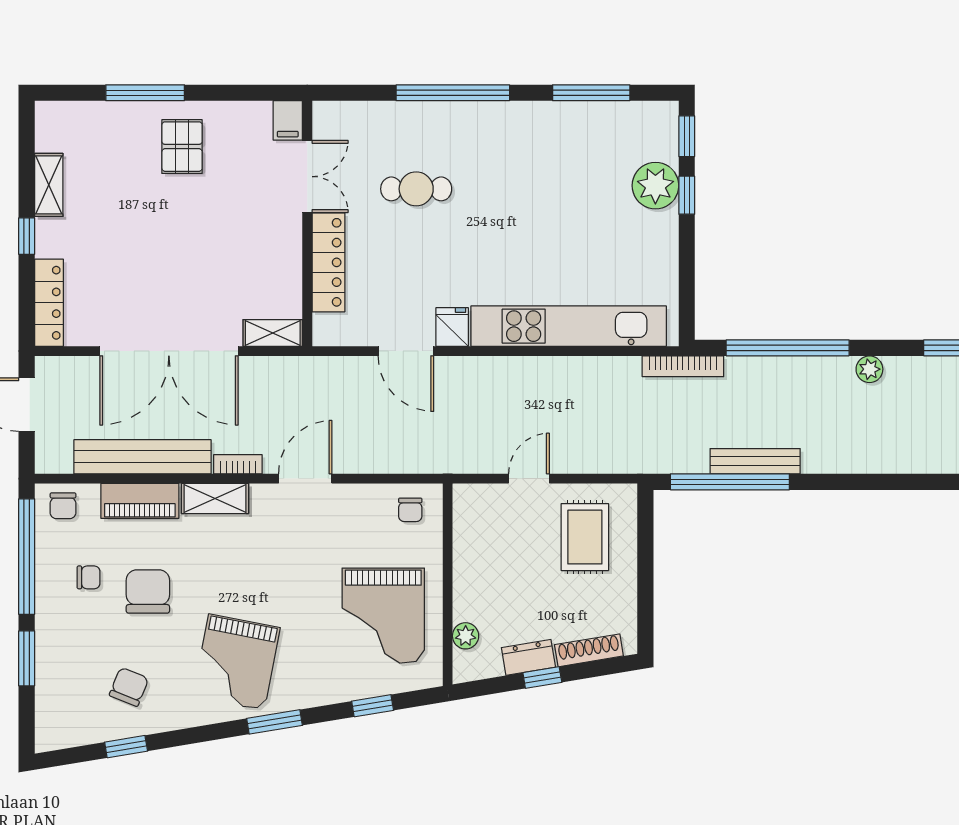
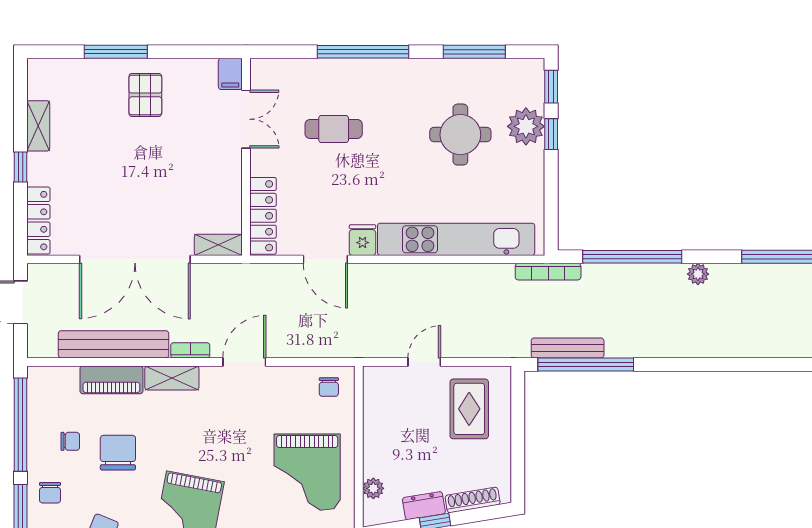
round table: (574, 196) -> (460, 135), added
locker: (328, 262) -> (263, 216), moved
bench: (755, 461) -> (568, 348), moved
chair: (63, 506) -> (50, 493), moved

